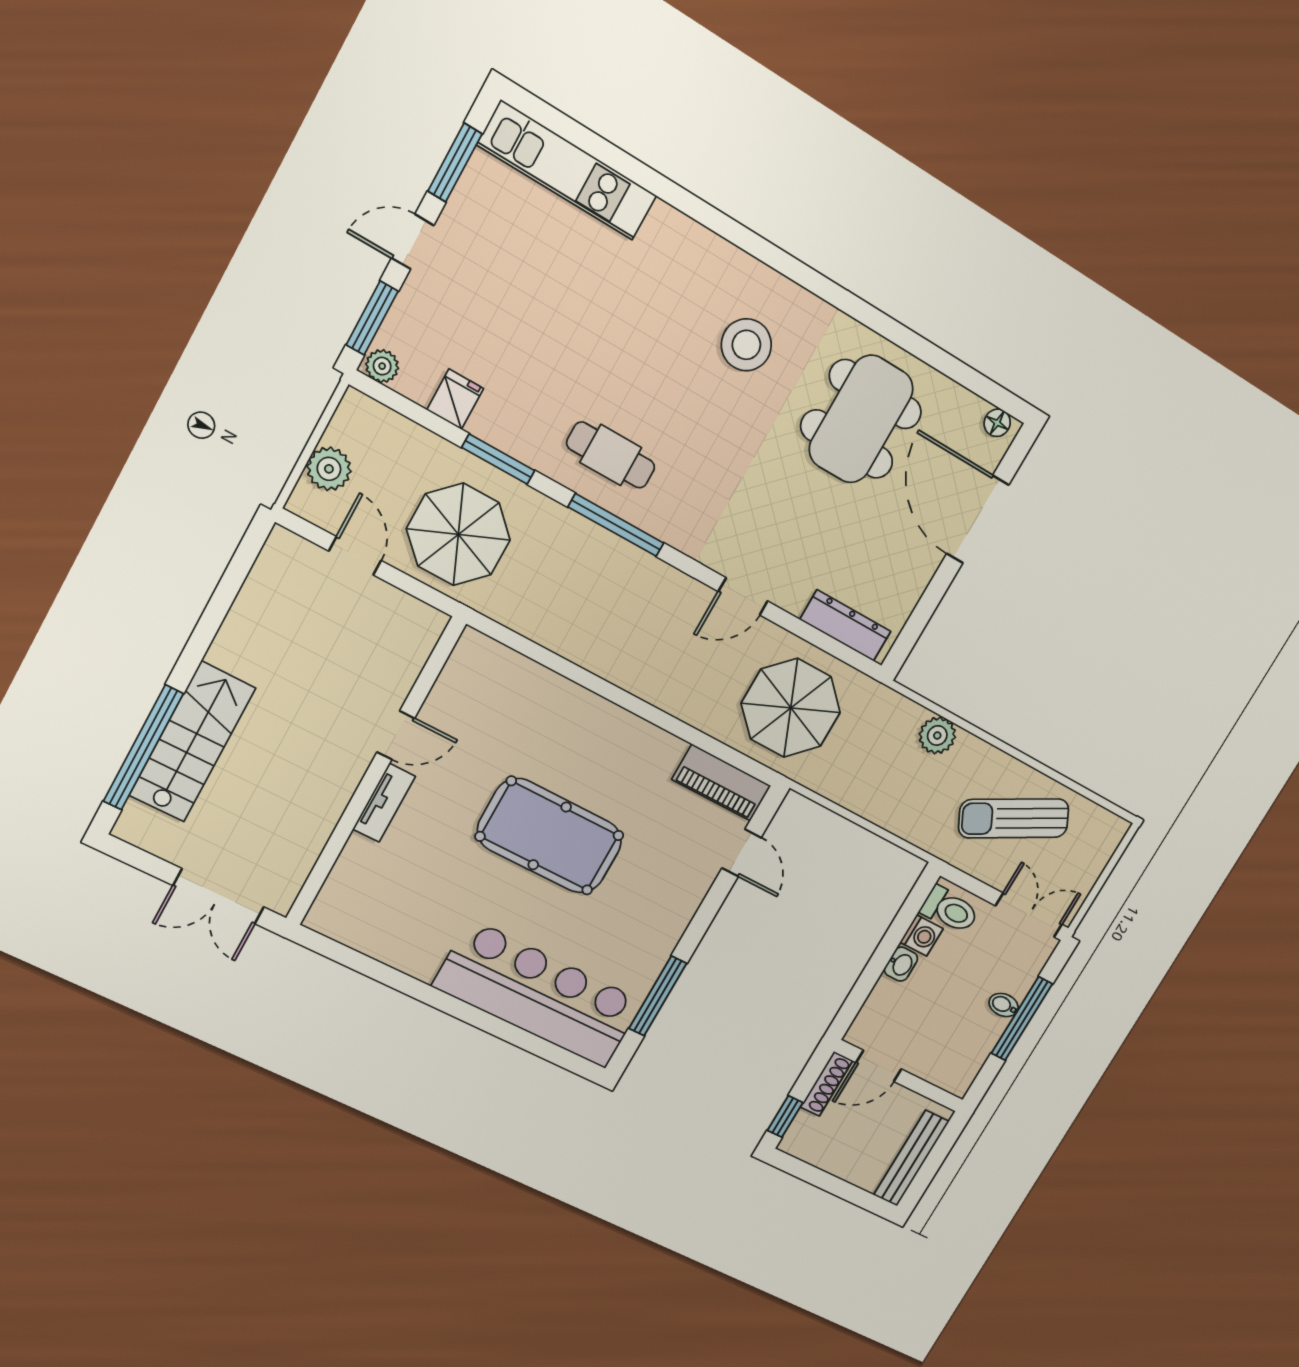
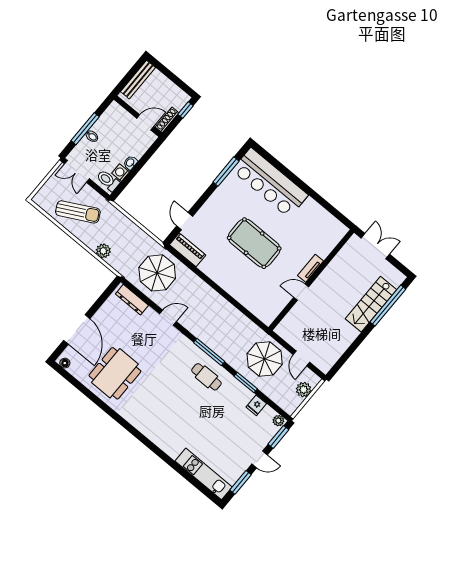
stool: (746, 345) -> (152, 406), removed

